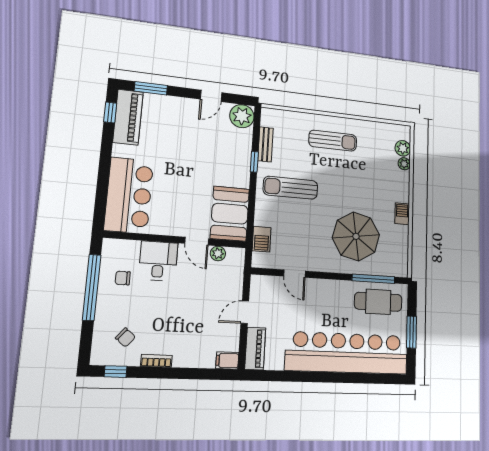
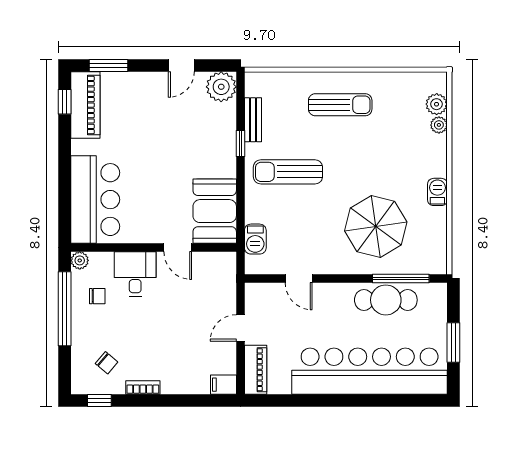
plant: (218, 254) -> (80, 260), moved
chair: (123, 278) -> (97, 296), turned 180
cafe table: (378, 302) -> (386, 300), moved

